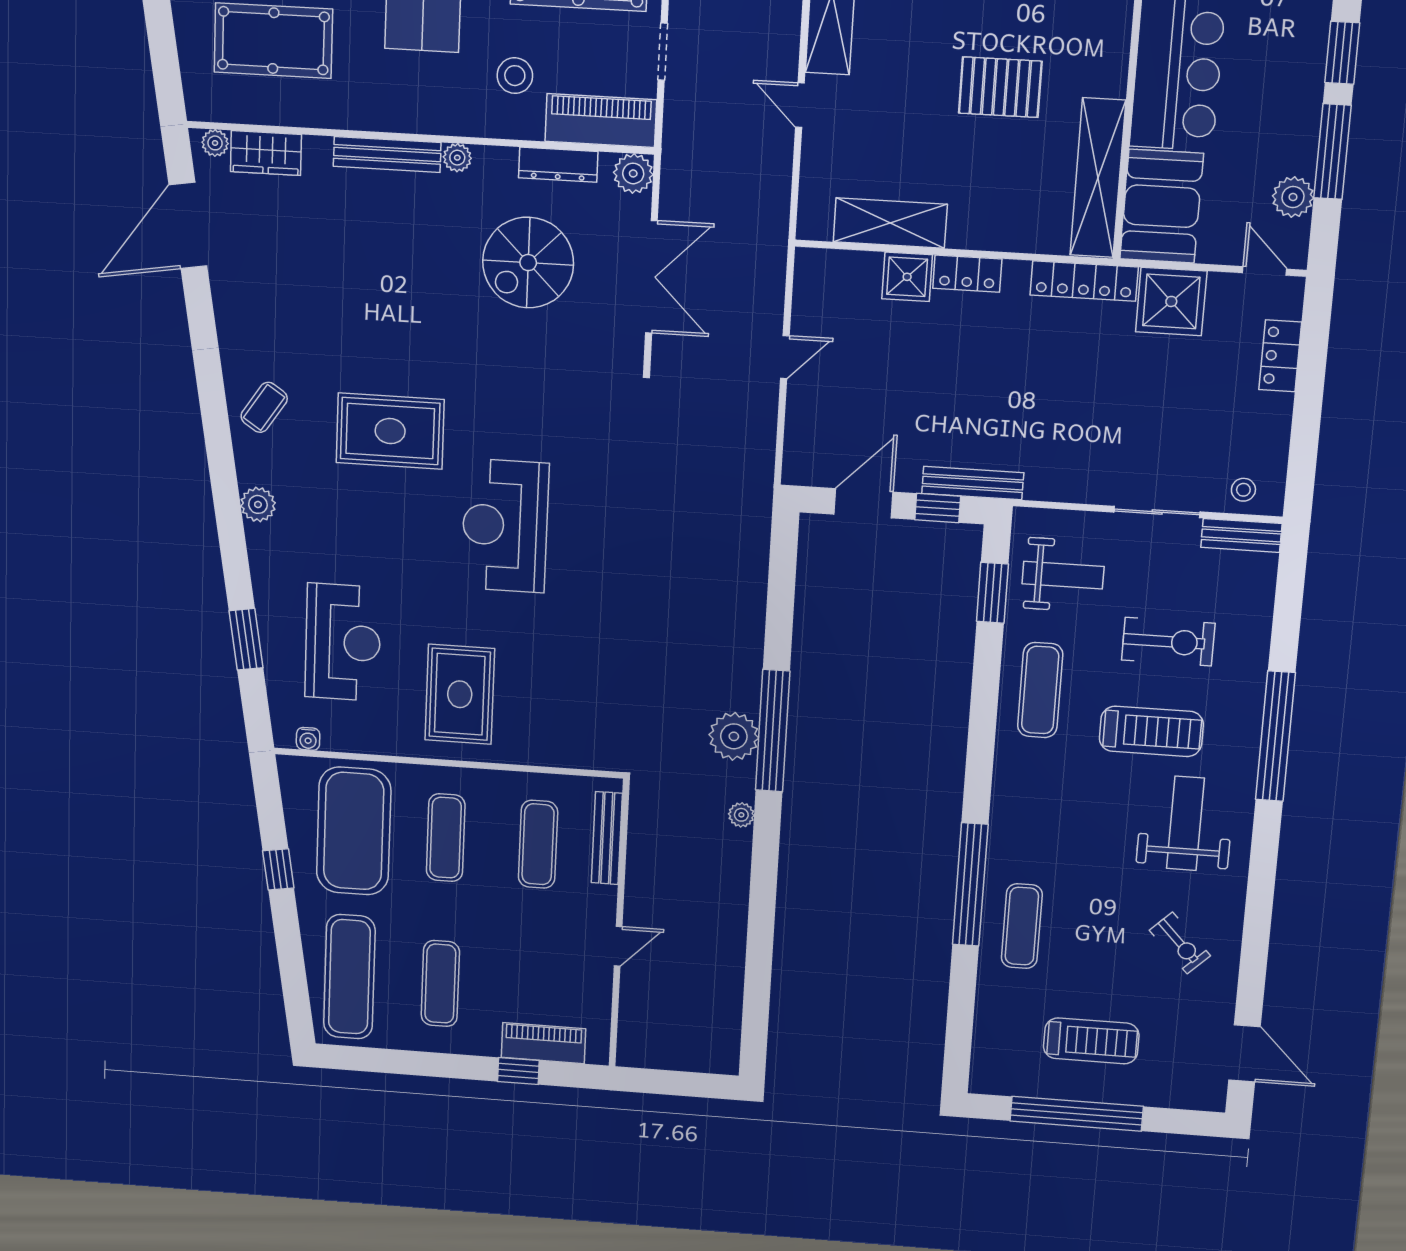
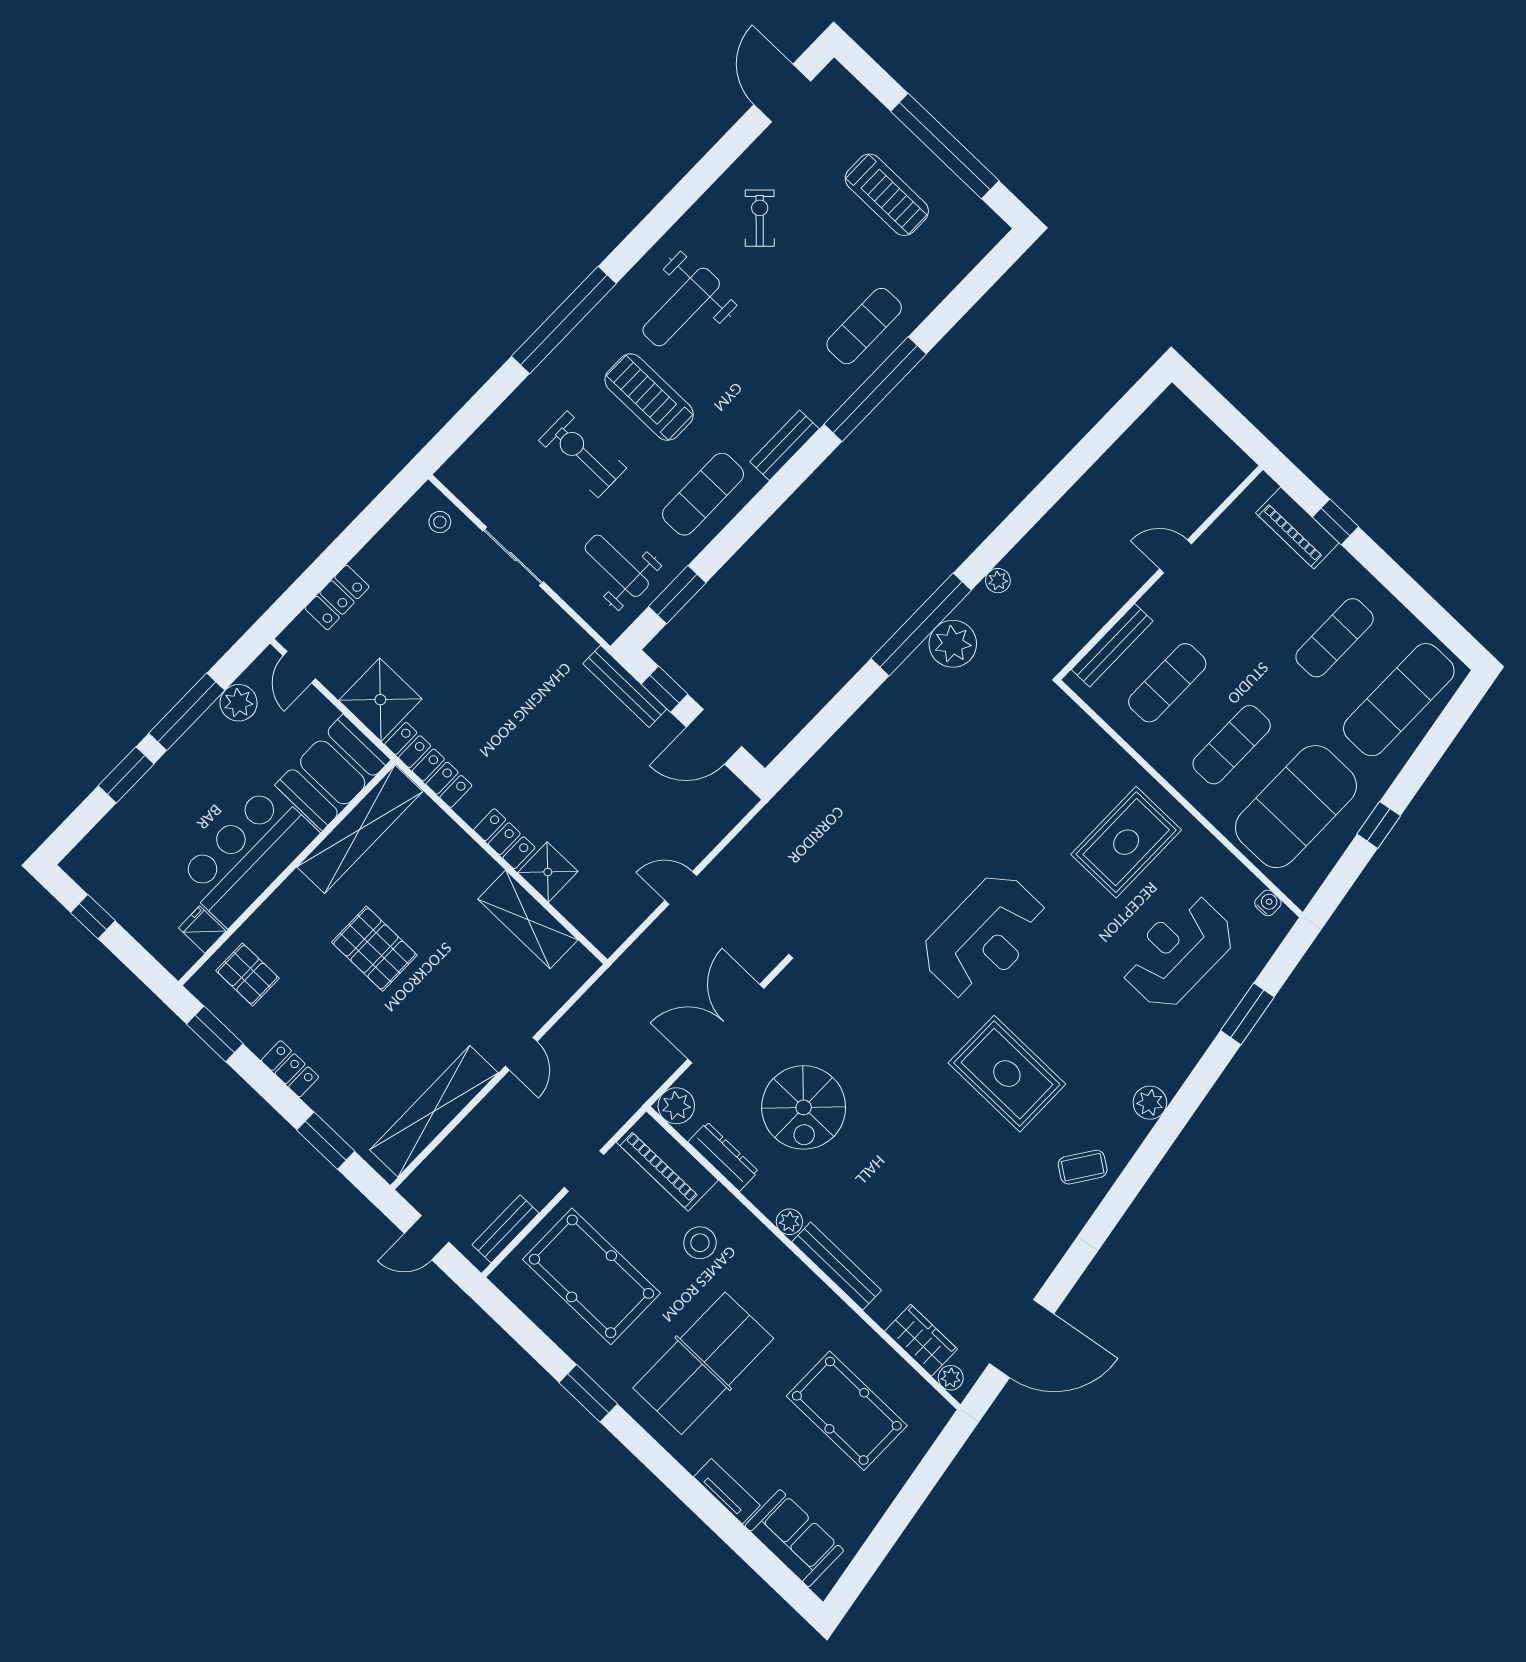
spiral stairs: (528, 263) -> (804, 1107), turned 90
bench: (1241, 535) -> (784, 445), moved, turned 90
treadmill: (1091, 1041) -> (887, 195), turned 180

